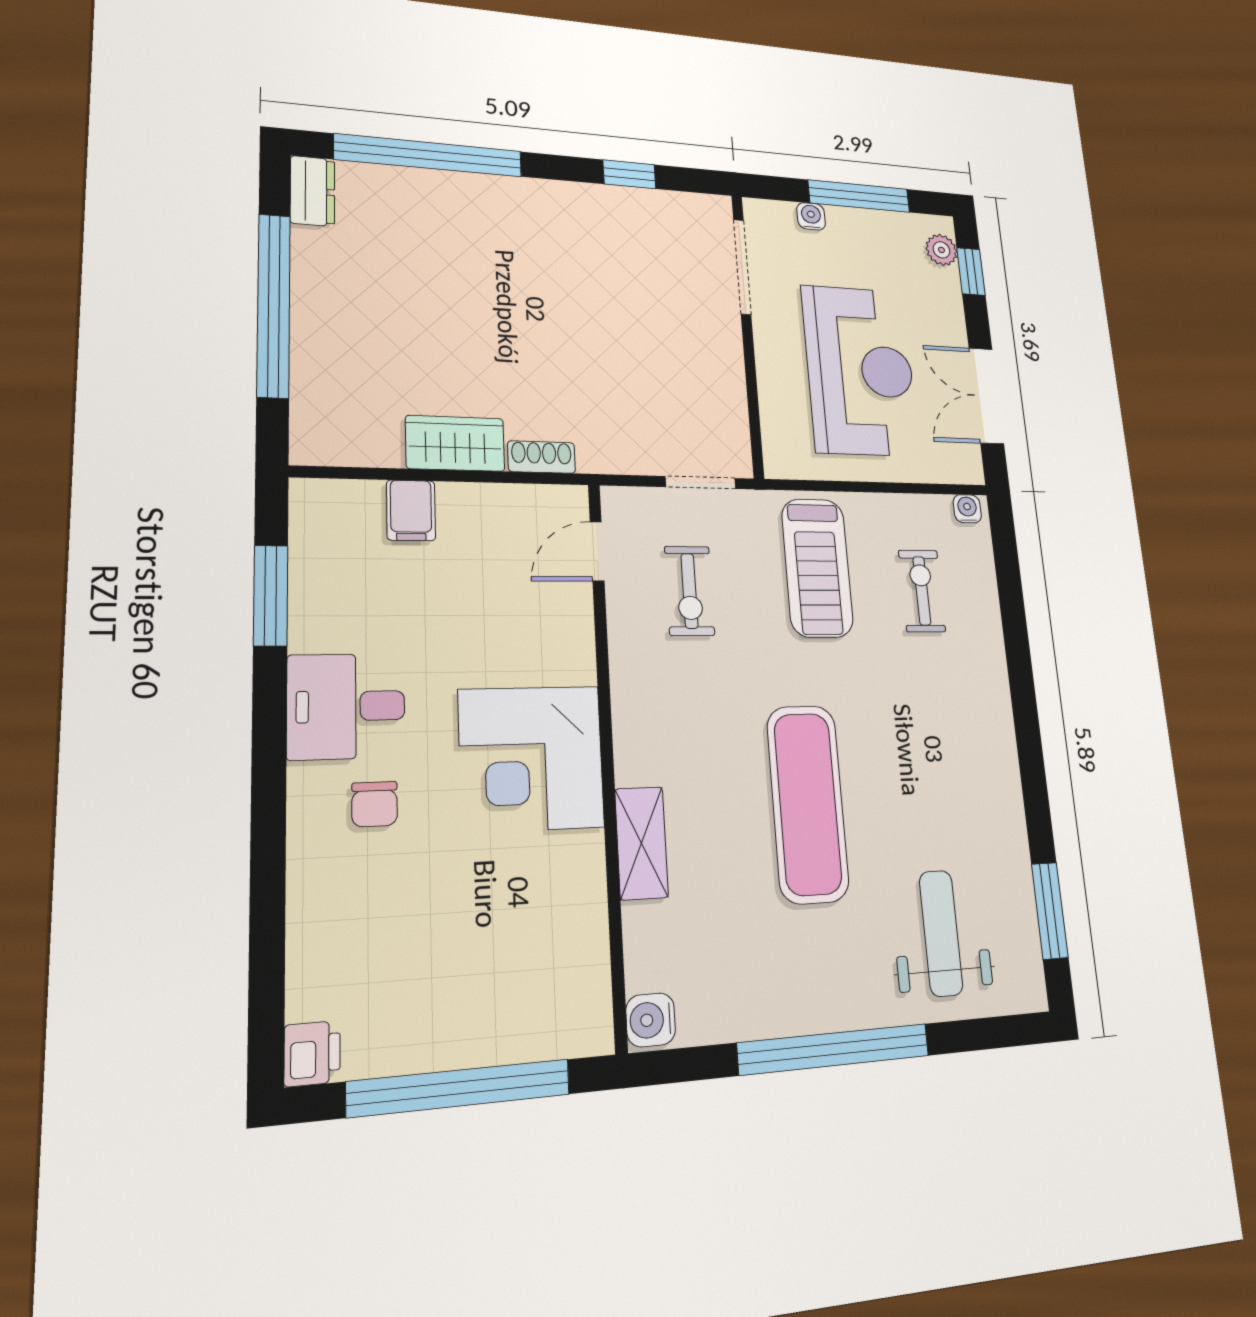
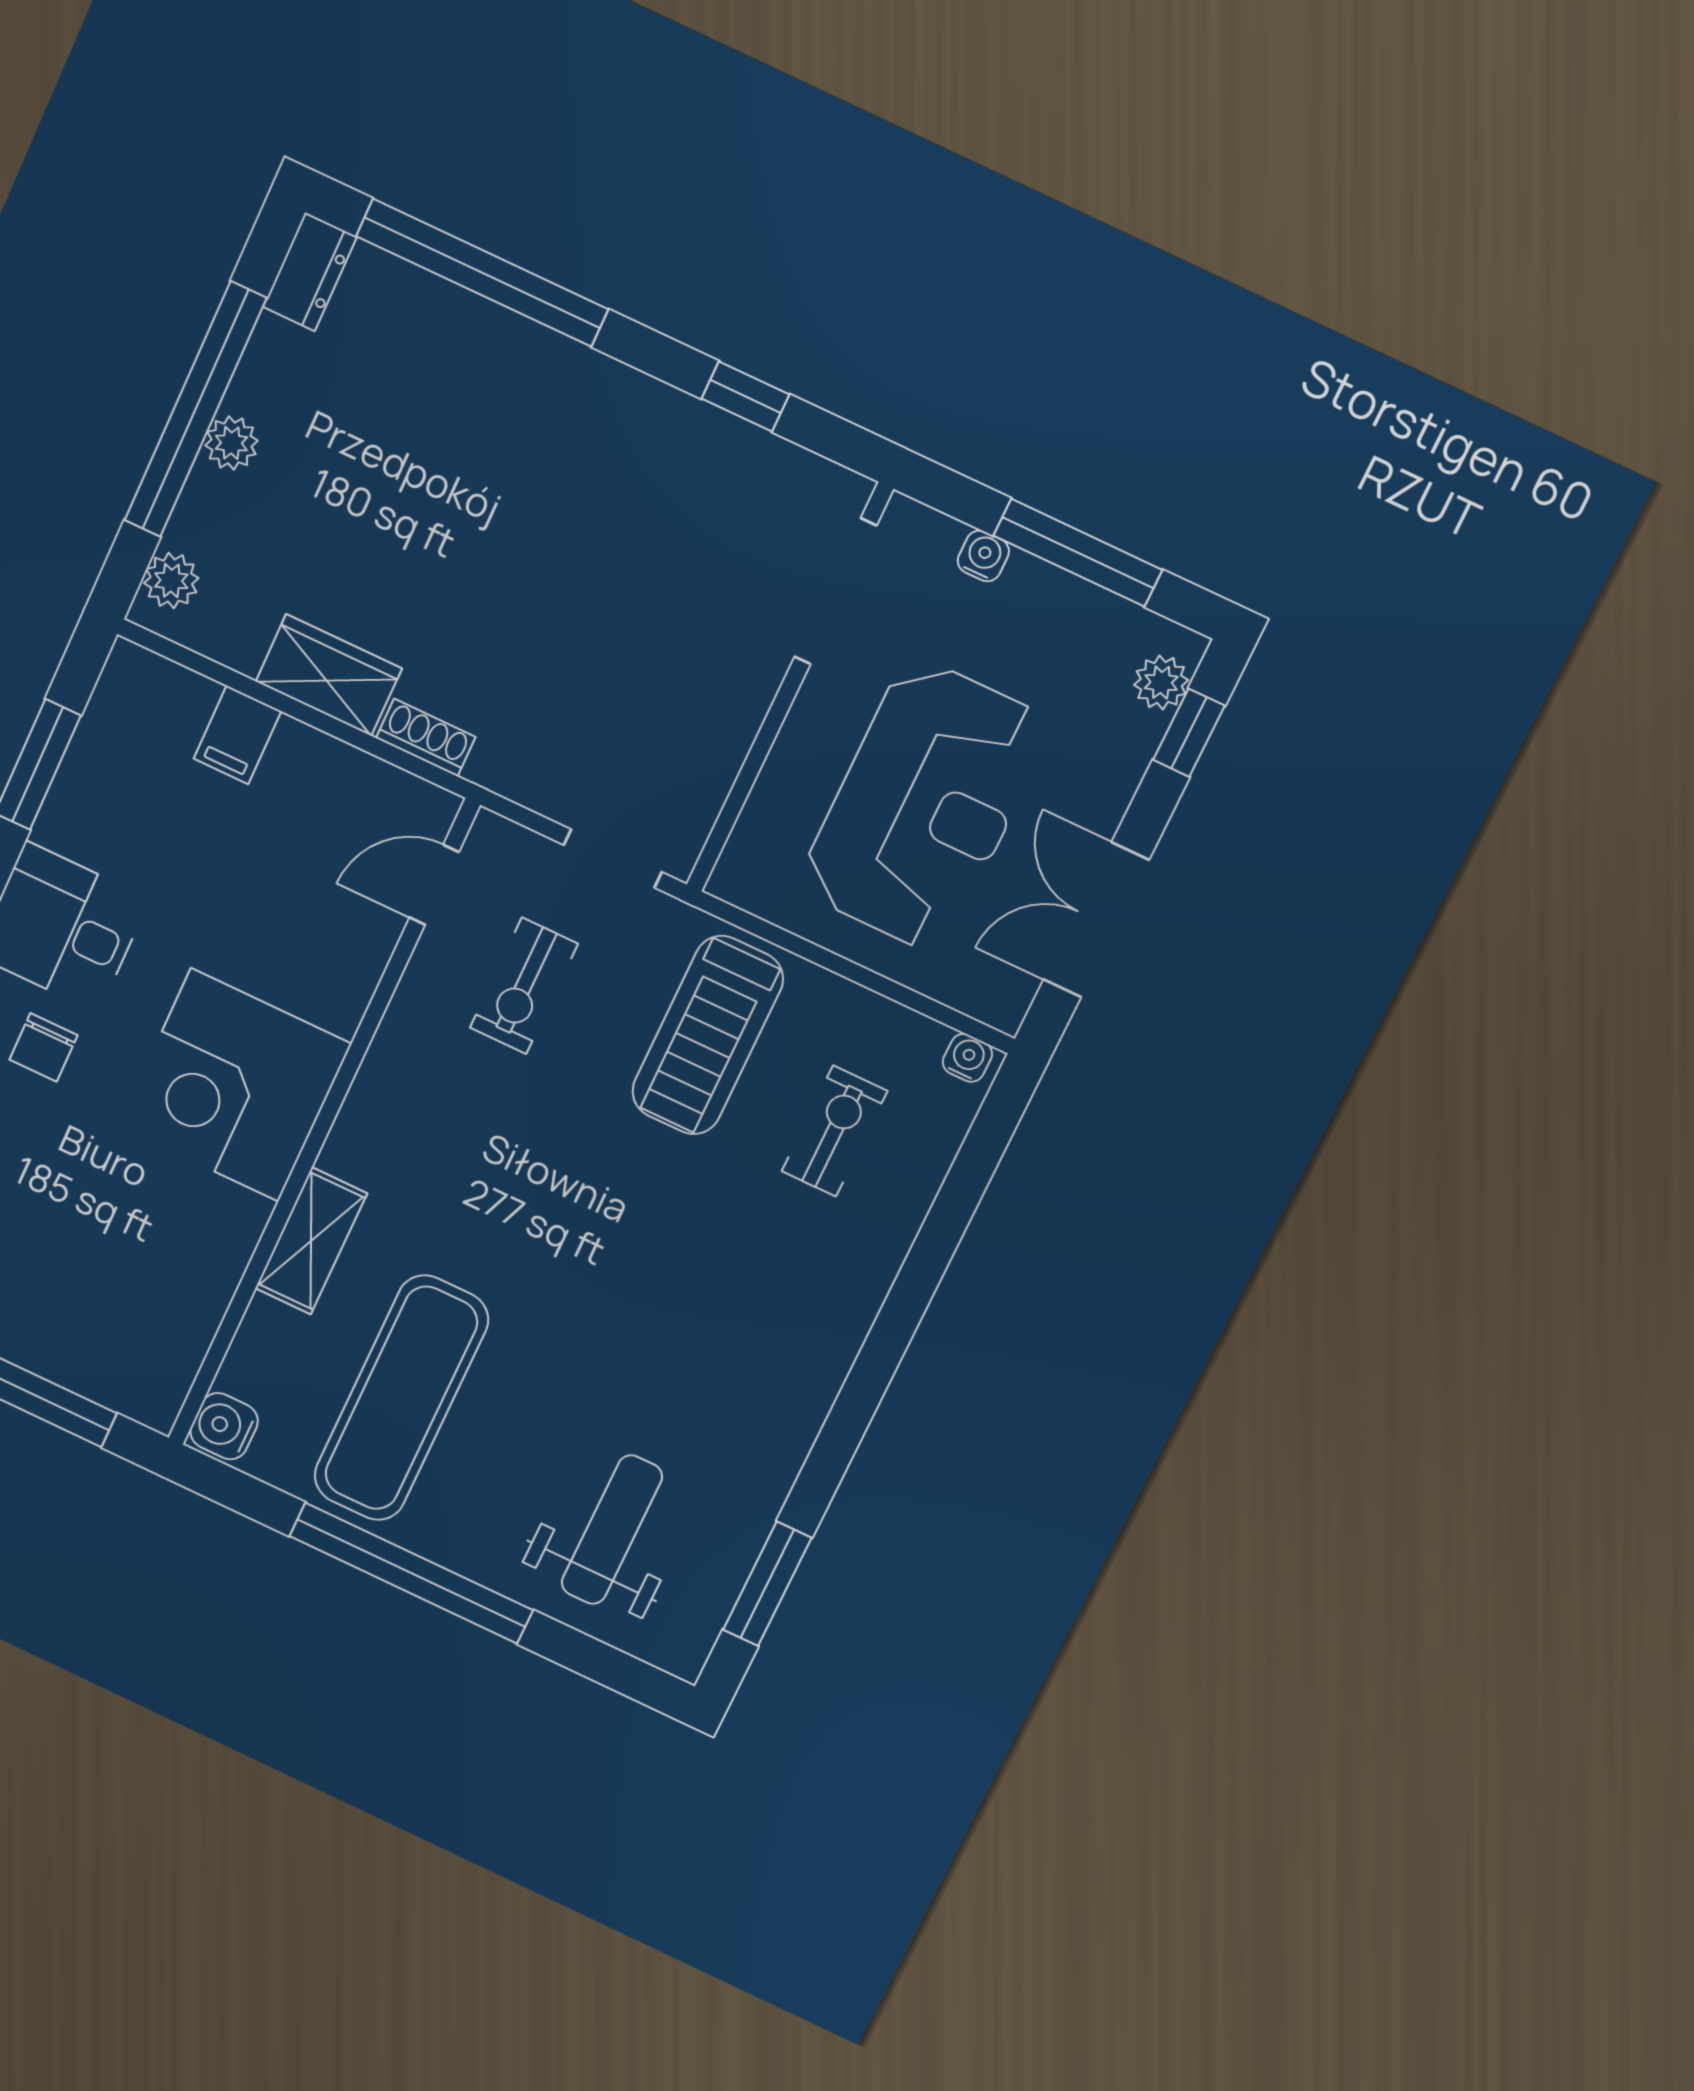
plant: (311, 318) -> (231, 443), added
plant: (311, 425) -> (171, 581), added
exercise mat: (808, 803) -> (401, 1398), moved

